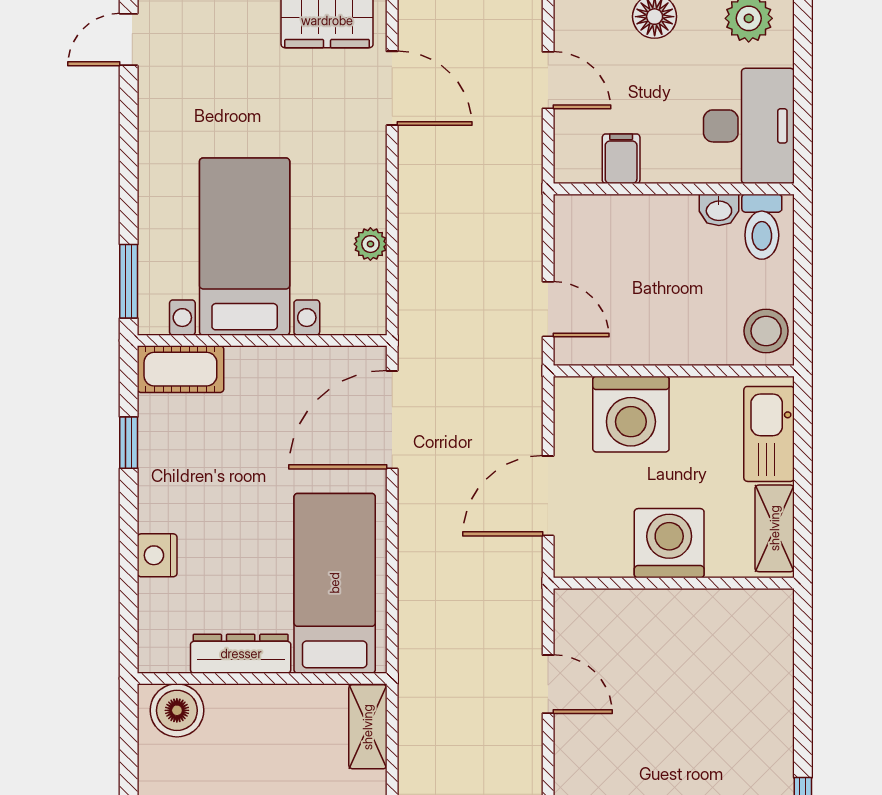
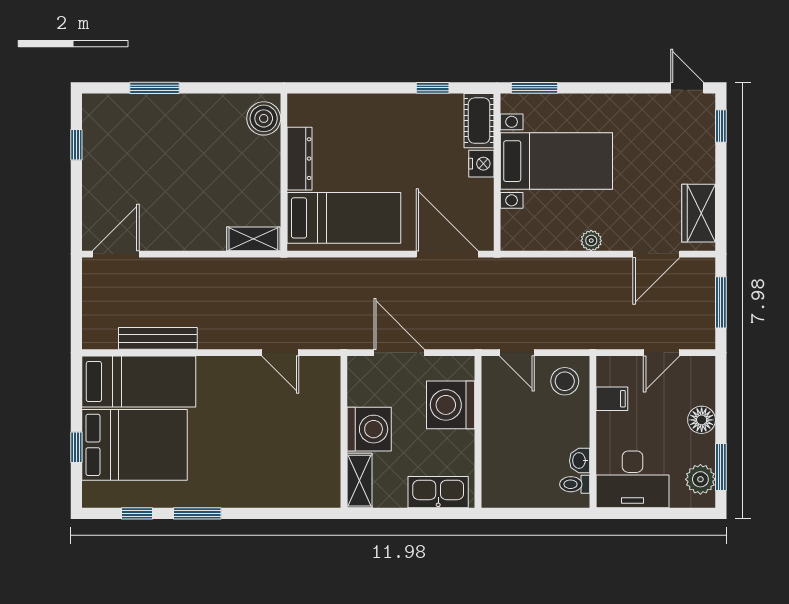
toilet: (762, 227) -> (575, 484), width x0.73, depth x0.72
plant: (370, 244) -> (591, 241), moved
door: (548, 309) -> (517, 353), hinge flipped
stool: (766, 331) -> (565, 381), moved
shelving: (775, 528) -> (360, 481), moved, turned 90
nightstand: (157, 555) -> (481, 164), moved, turned 90
door: (548, 684) -> (280, 353), hinge flipped

